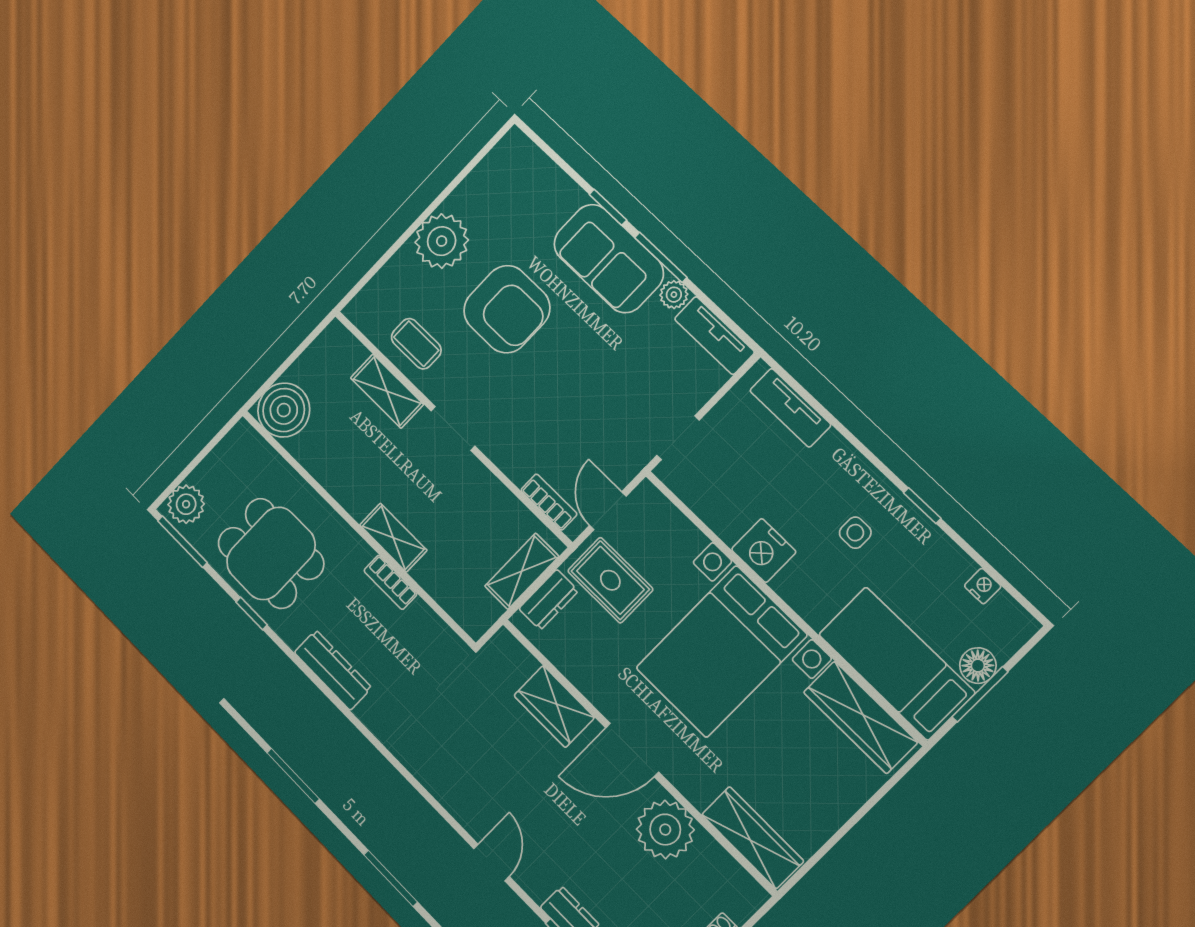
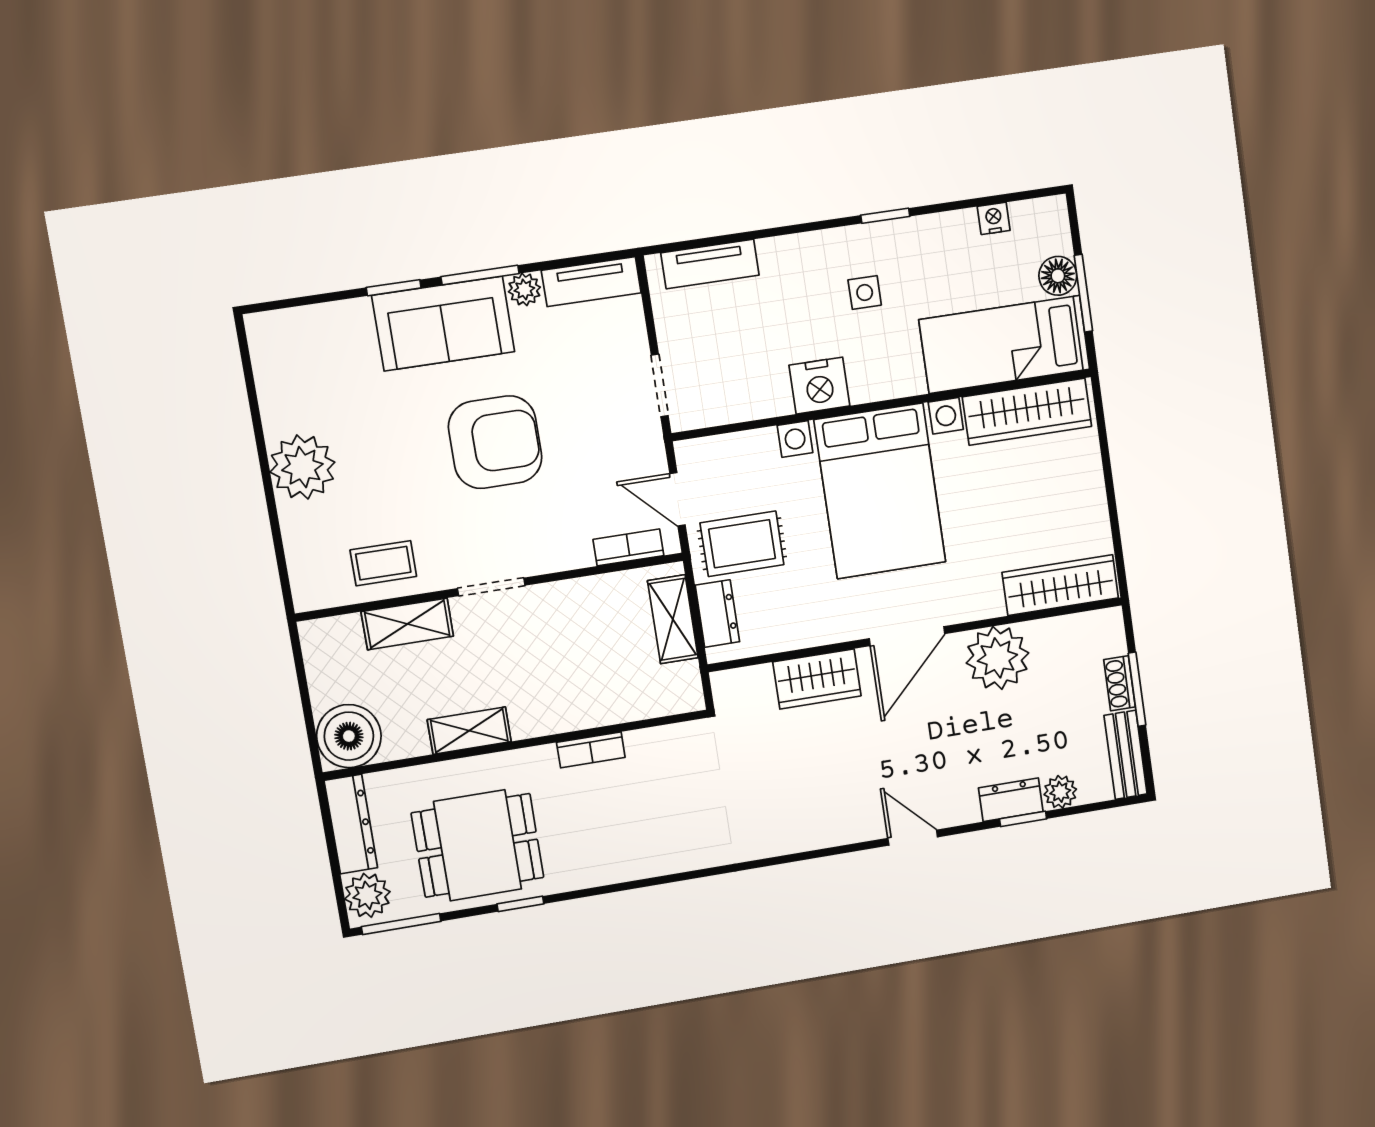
armchair: (507, 309) -> (495, 442), moved
shelving: (393, 538) -> (469, 731), moved
dresser: (333, 670) -> (351, 824), moved, turned 90

